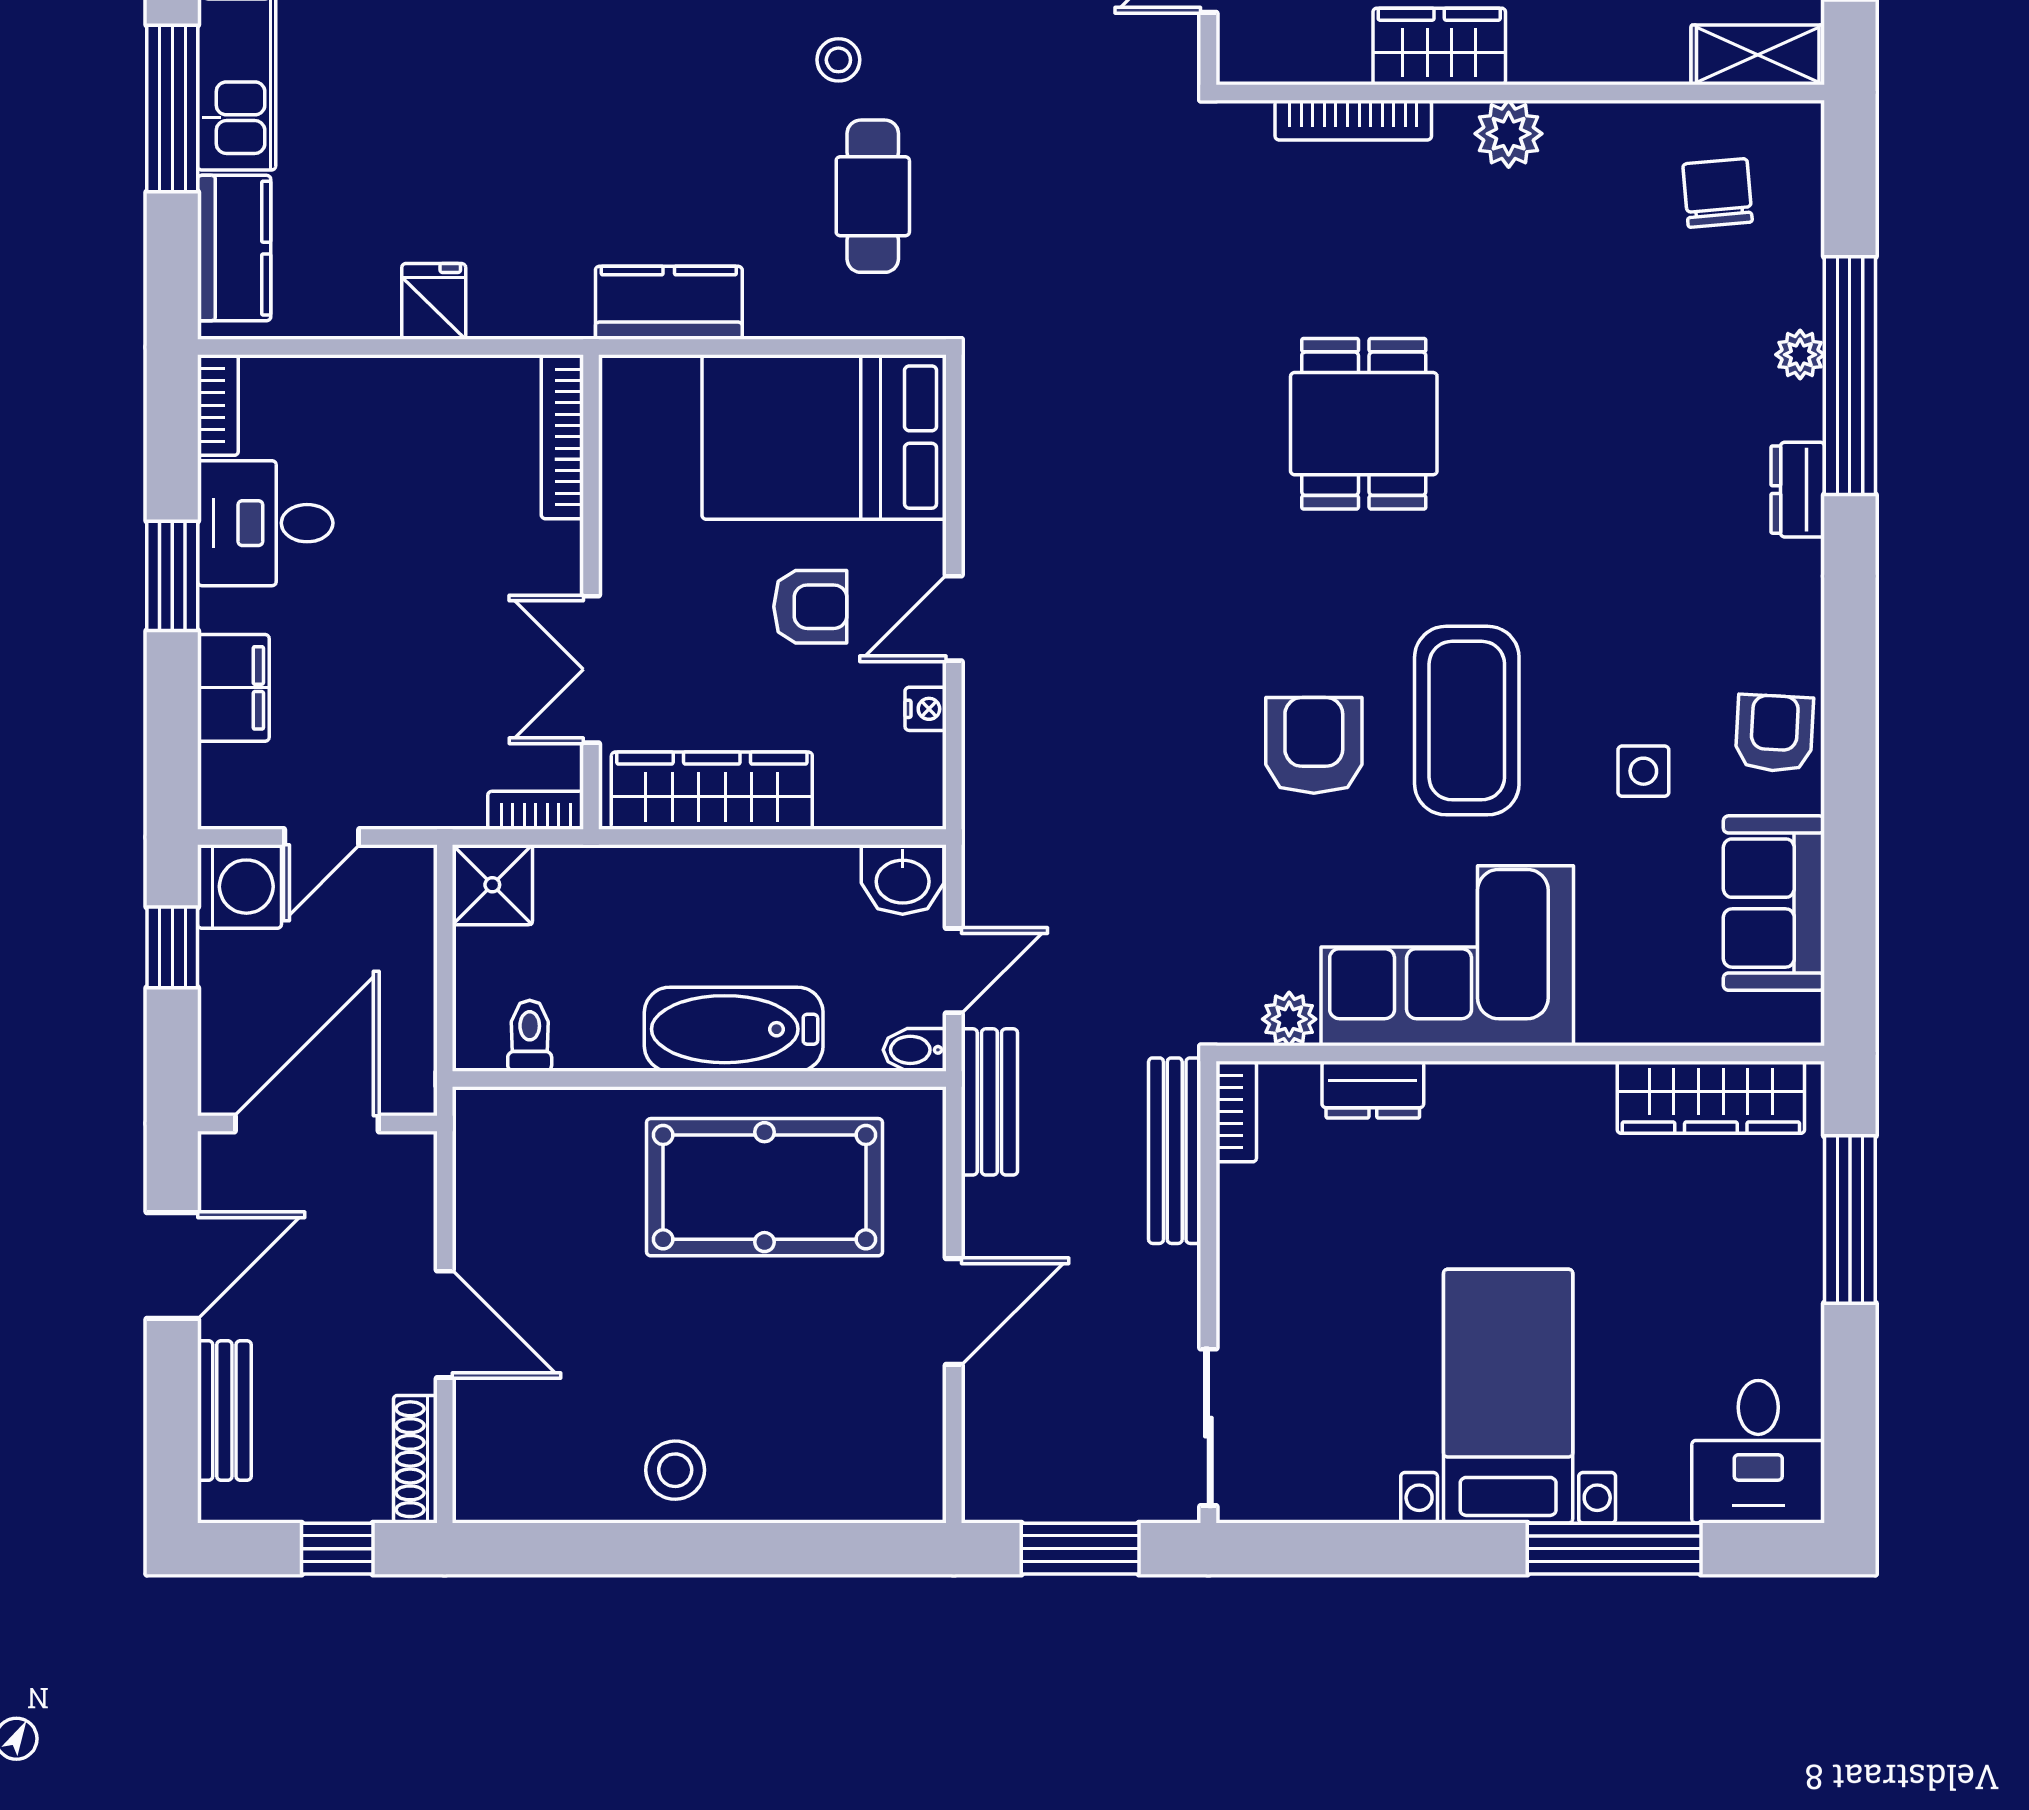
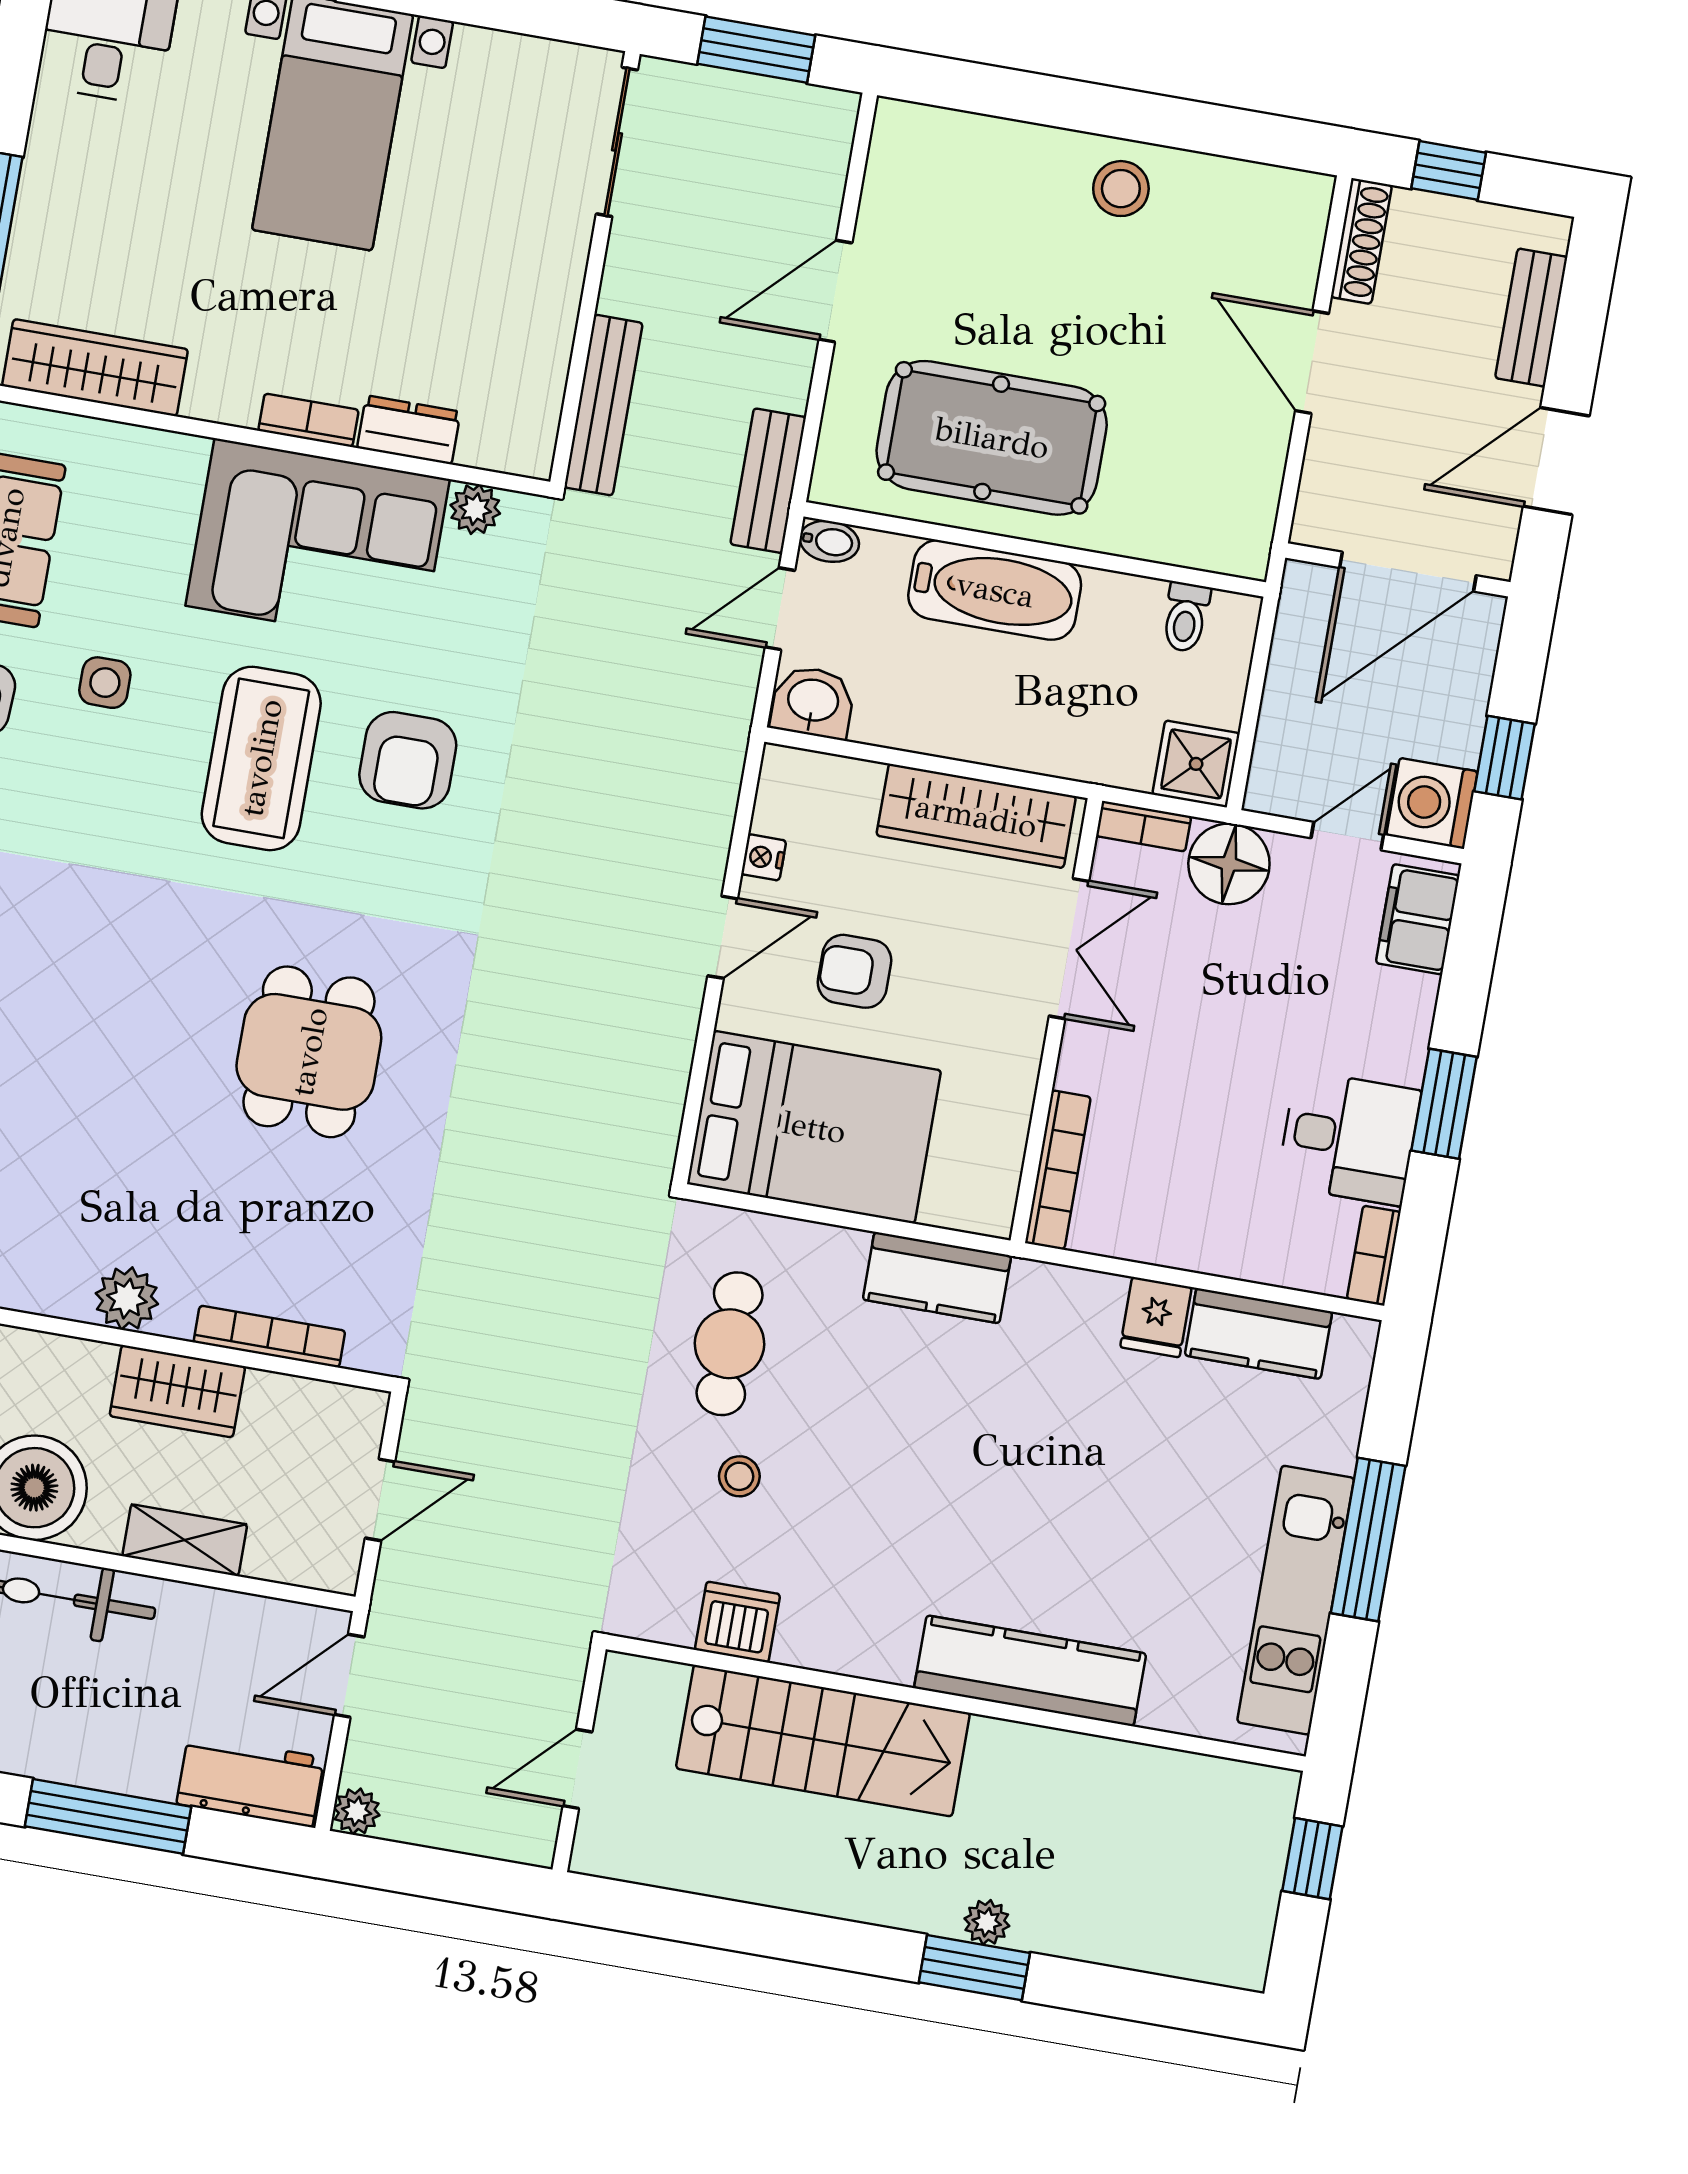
kitchen counter: (234, 248) -> (1258, 1334), moved, turned -90
filing cabinet: (233, 688) -> (1418, 919), moved
floor lamp: (440, 787) -> (1229, 864), added
bookcase: (1236, 1112) -> (308, 420), moved, turned 90

